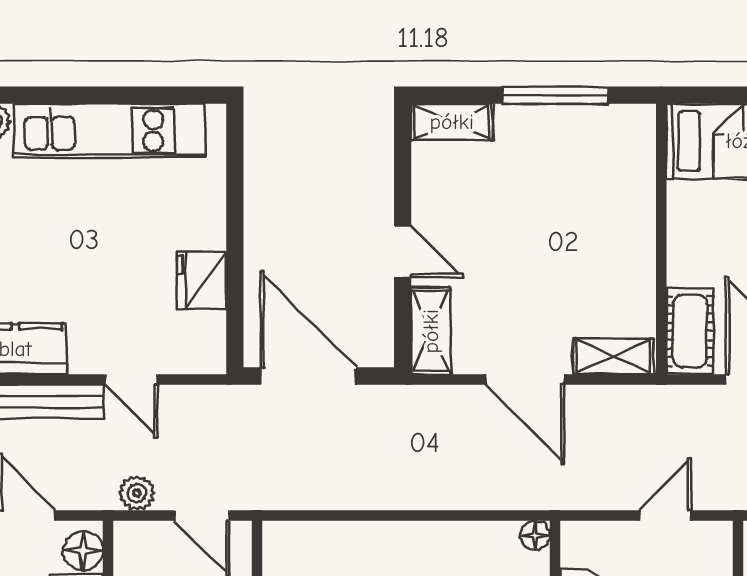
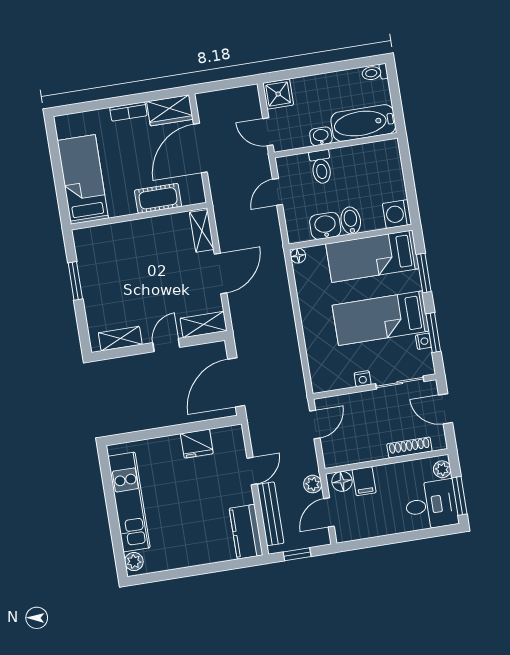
window: (555, 95) -> (75, 281), width x0.69
shelving: (452, 122) -> (120, 339), moved, turned 90
cot: (690, 331) -> (158, 198), moved
plant: (137, 493) -> (313, 484), moved
door: (665, 516) -> (278, 192), hinge flipped

